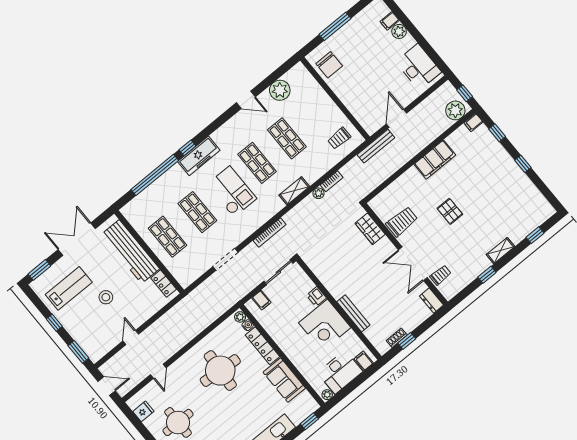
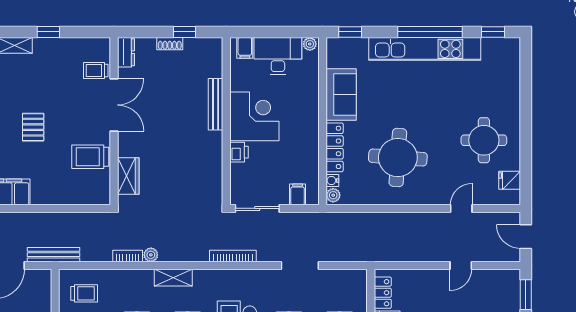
shoe rack: (397, 338) -> (170, 44), moved

